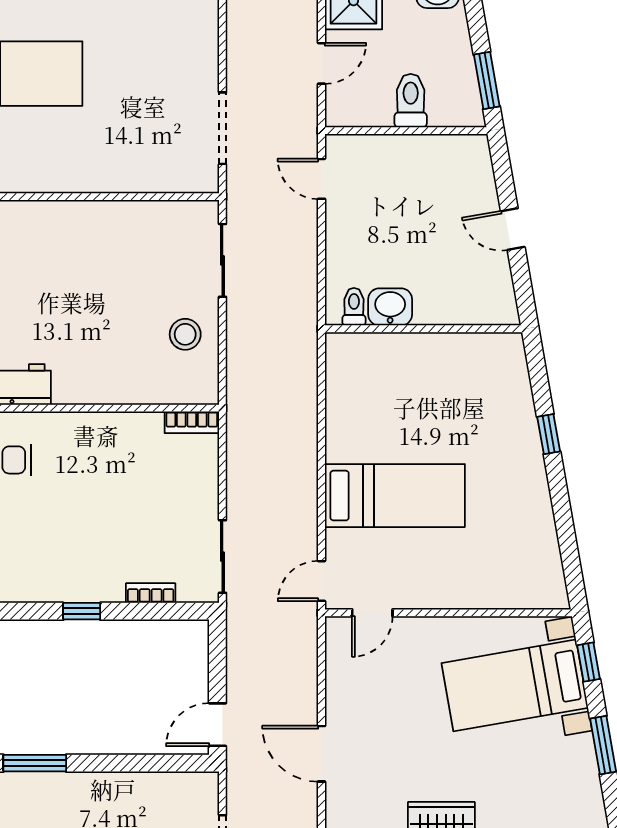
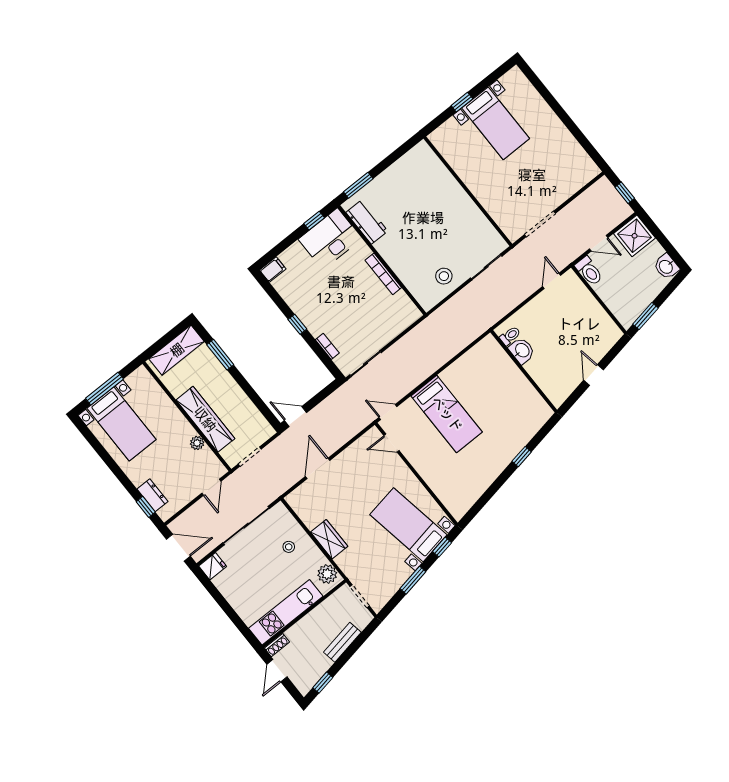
toilet: (411, 101) -> (589, 271), moved, turned 90
bookcase: (192, 422) -> (383, 274), moved, width x1.56

